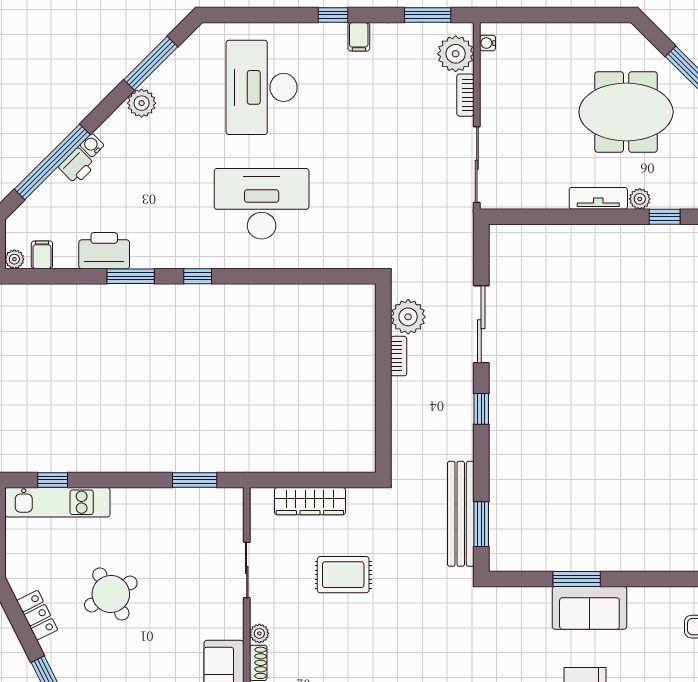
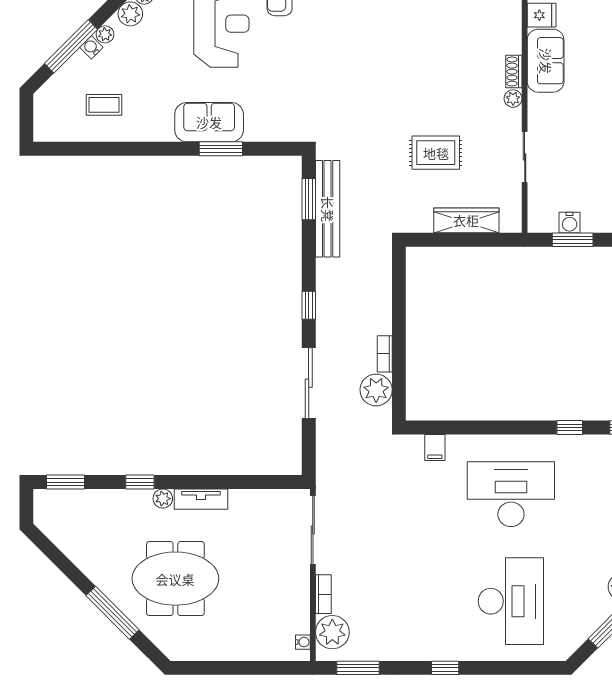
filing cabinet: (359, 37) -> (435, 447), moved, turned 180
desk: (262, 204) -> (511, 494), turned 180
water cooler: (198, 499) -> (570, 223), added

